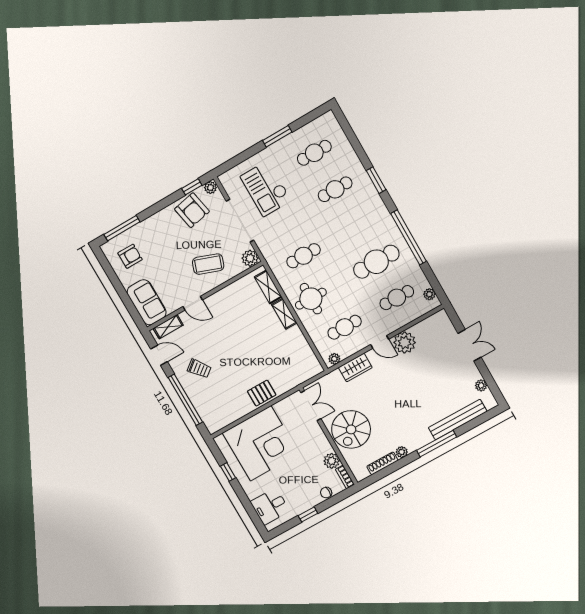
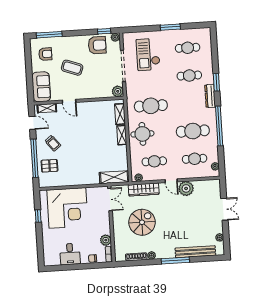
dresser: (377, 203) -> (210, 96), added
armchair: (192, 210) -> (97, 45), turned -79
cafe table: (303, 256) -> (151, 106), width x1.37, depth x1.35
coffee table: (208, 264) -> (72, 68), moved
wardrobe: (355, 368) -> (144, 190), width x1.50
shelving: (302, 374) -> (114, 177), added
pallet: (262, 393) -> (49, 166), moved
spiral stairs: (351, 429) -> (142, 222), moved, turned 180
desk: (270, 506) -> (70, 254), moved, turned -90
window: (308, 514) -> (74, 267), removed

